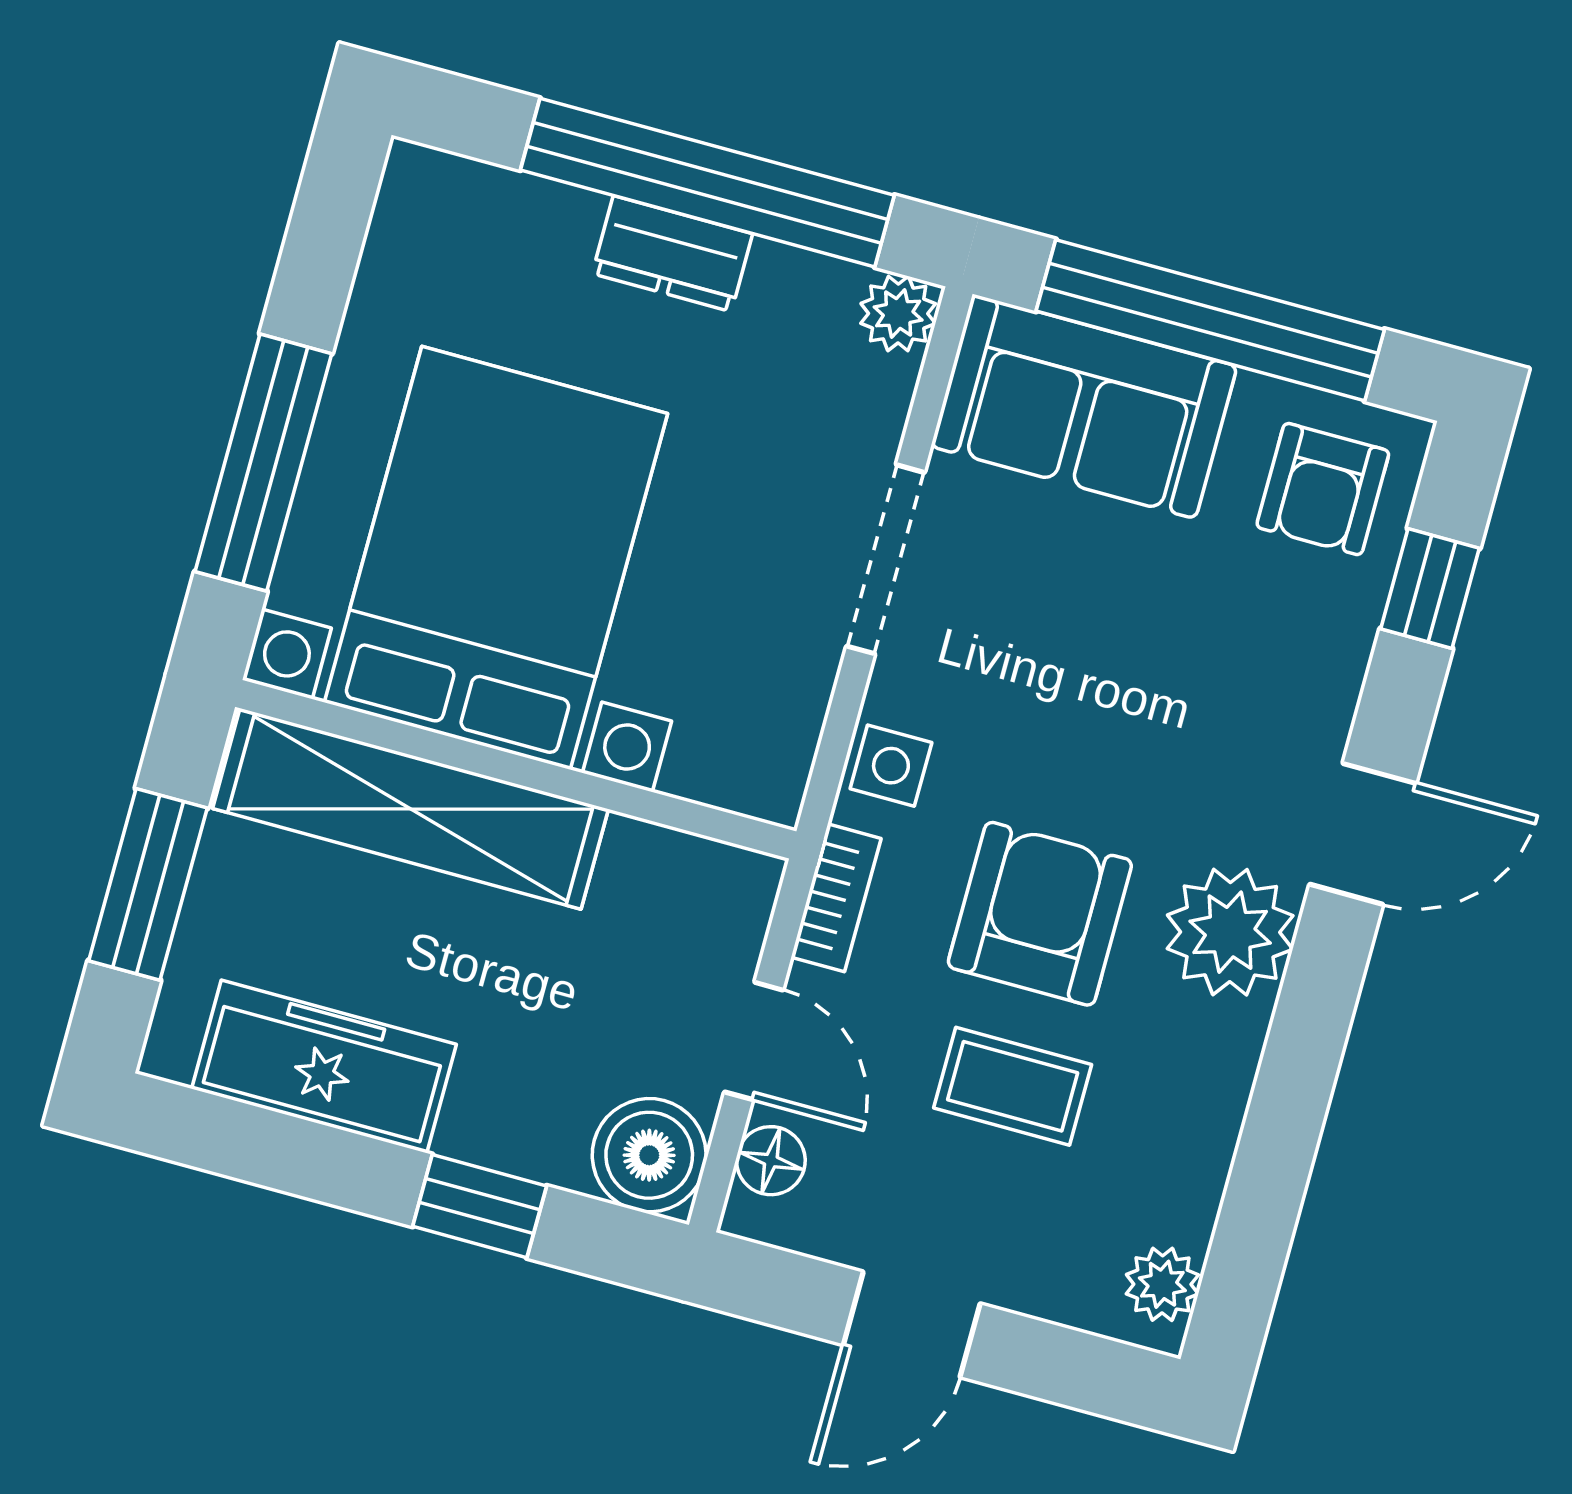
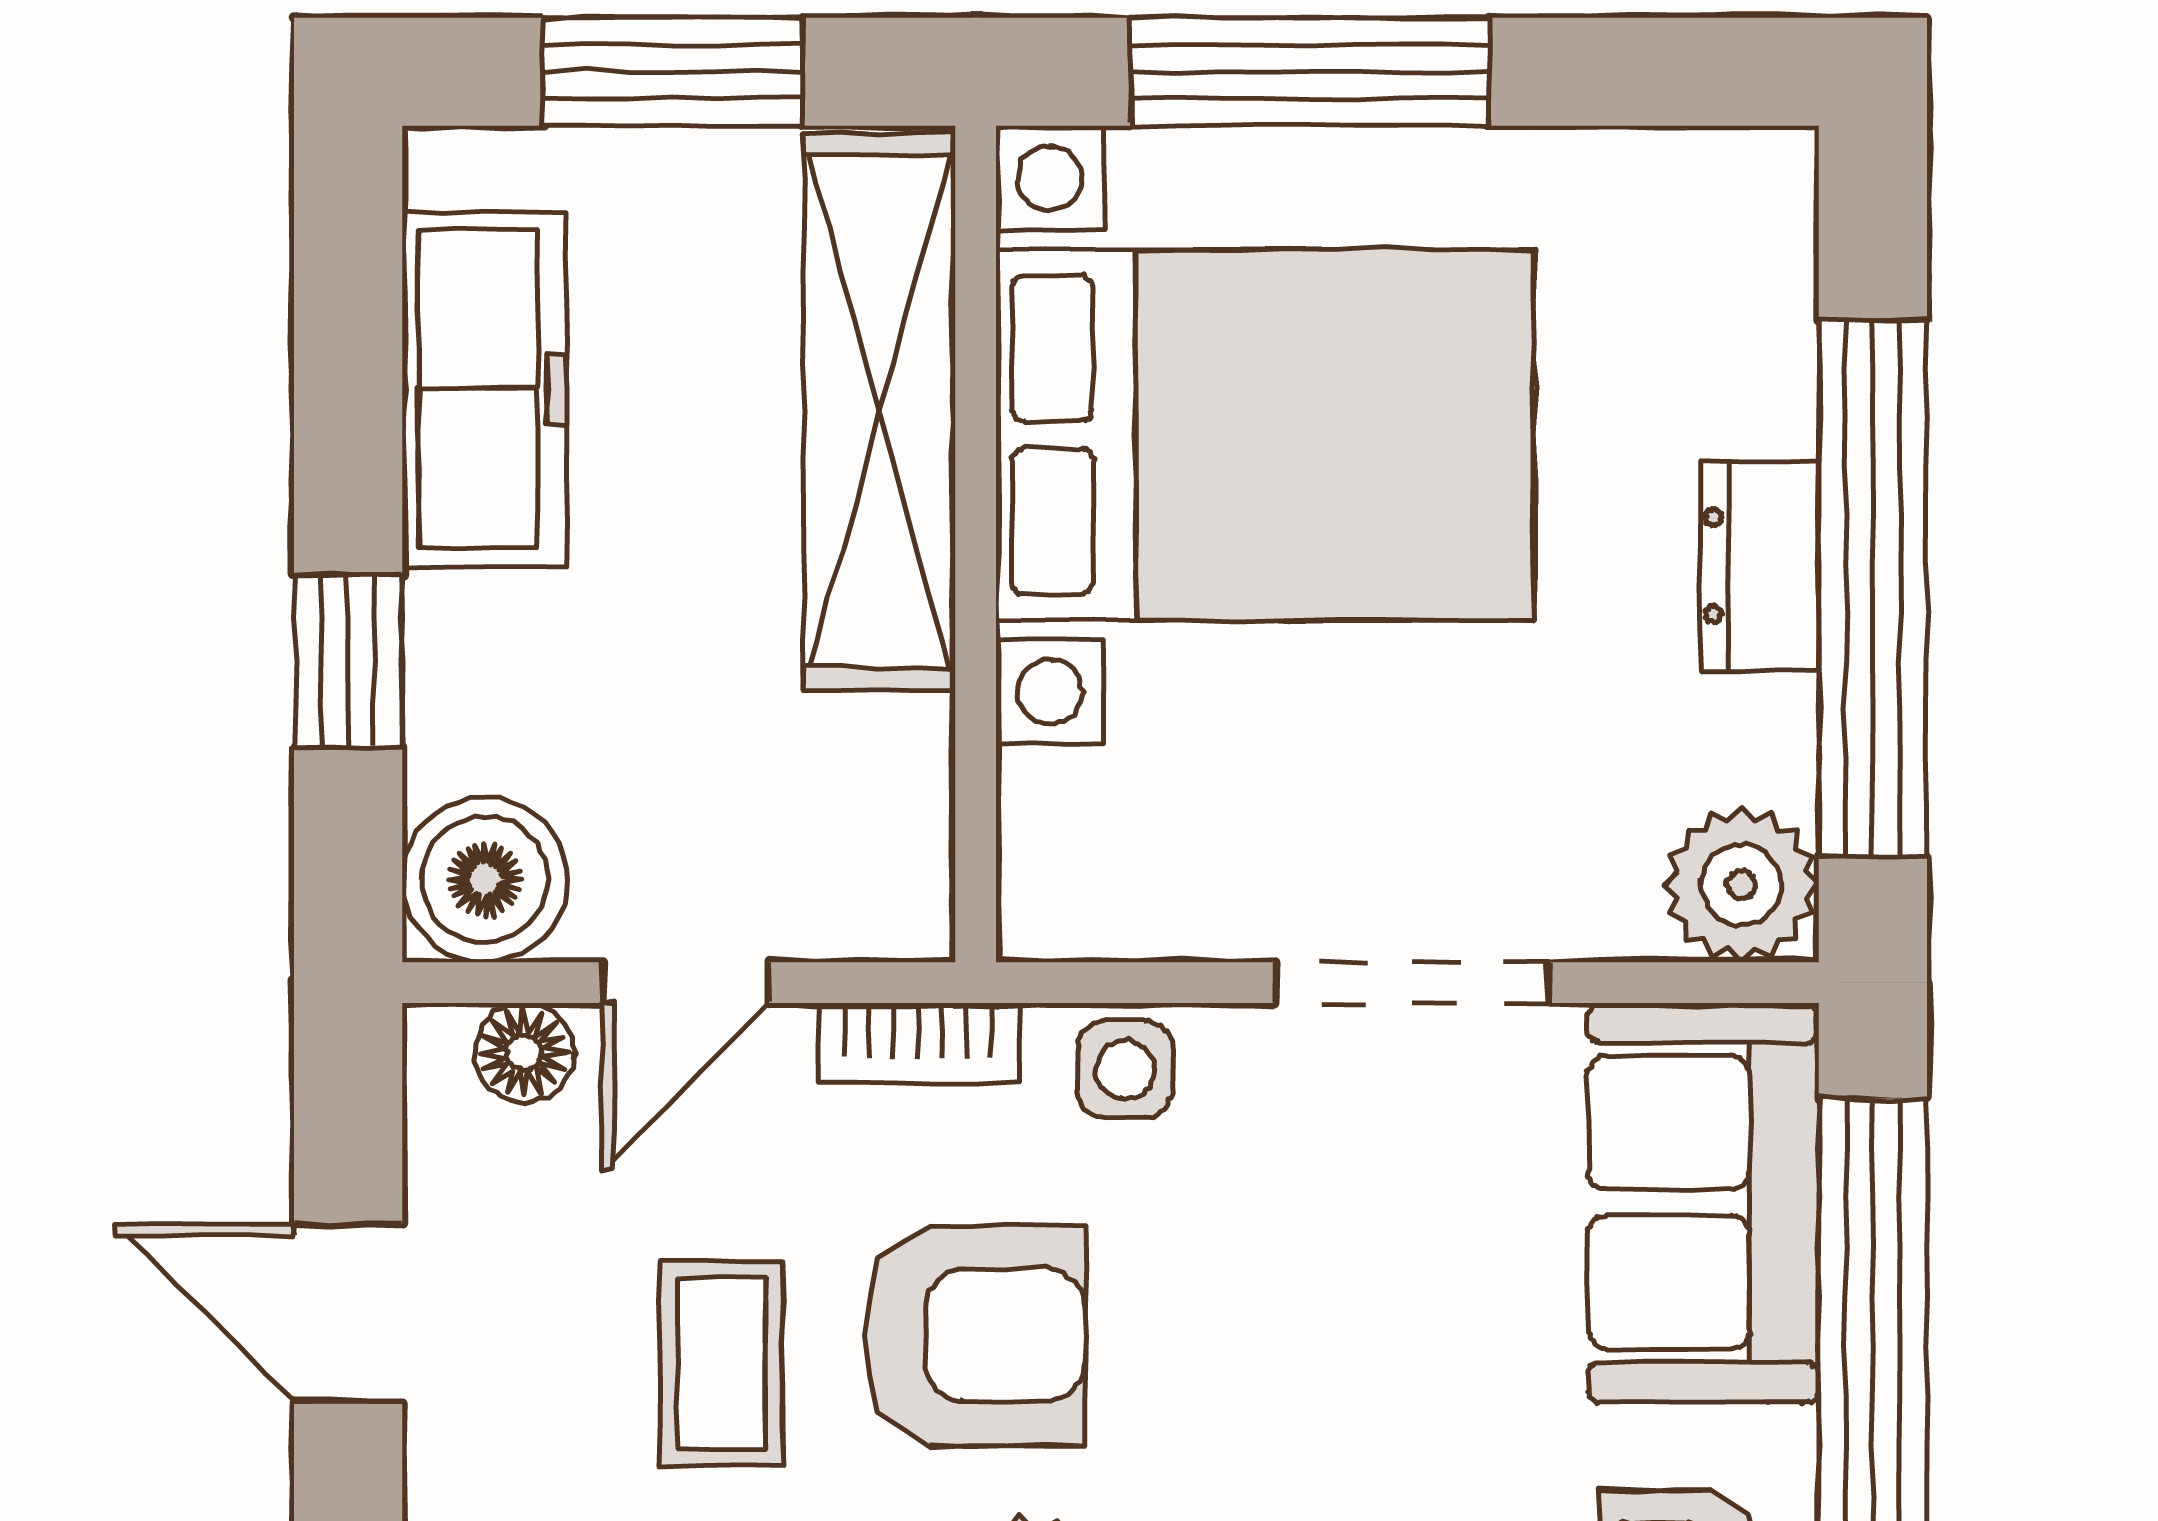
plant: (898, 314) -> (1741, 885), width x1.38, depth x1.38

